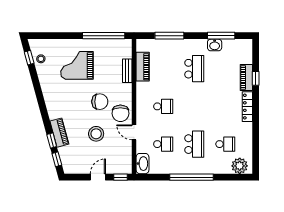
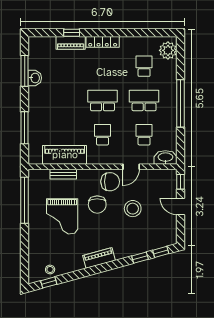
grand piano: (77, 65) -> (62, 216), moved
piano: (143, 67) -> (65, 155), width x1.37, depth x1.33
school desk: (194, 69) -> (102, 100), moved
chair: (100, 102) -> (97, 205), turned 180
piano: (59, 133) -> (99, 258), moved

